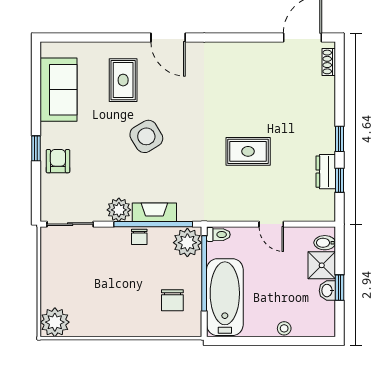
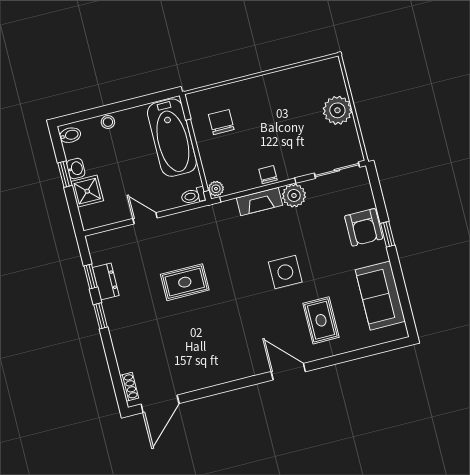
side table: (146, 136) -> (285, 272), turned 31
armchair: (58, 161) -> (364, 227), width x1.38, depth x1.38
plant: (187, 243) -> (216, 189), width x0.53, depth x0.53
bidet: (325, 243) -> (70, 135), moved
plant: (55, 322) -> (337, 110), moved

